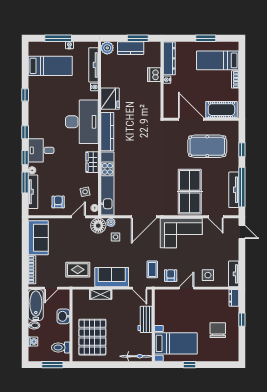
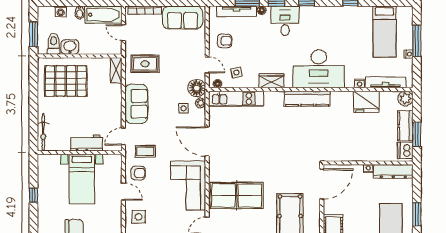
dishwasher: (154, 75) -> (405, 150), moved, turned -90
fridge: (110, 99) -> (366, 102), moved
door: (191, 119) -> (322, 184), moved
kitchen unit: (107, 183) -> (236, 99), width x0.73
rug: (78, 270) -> (145, 64), turned 90
shelving: (101, 294) -> (116, 70), moved
washbasin: (63, 316) -> (70, 47), moved
bed with nightstands: (176, 343) -> (82, 179), moved

